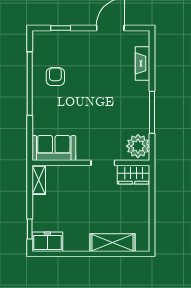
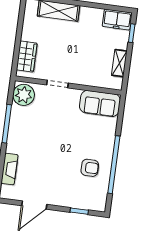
armchair: (55, 77) -> (90, 168), turned -90
wardrobe: (134, 175) -> (27, 56), moved, turned 90
shelving: (39, 180) -> (119, 63), moved

